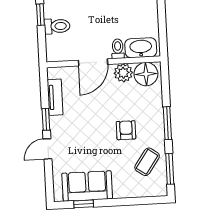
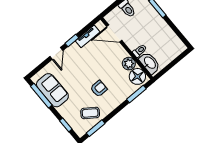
door: (93, 62) -> (114, 34), moved
window: (167, 123) -> (136, 94), moved
door: (47, 149) -> (56, 53), swing flipped
window: (140, 201) -> (66, 125), added
window: (84, 204) -> (41, 96), width x2.17

